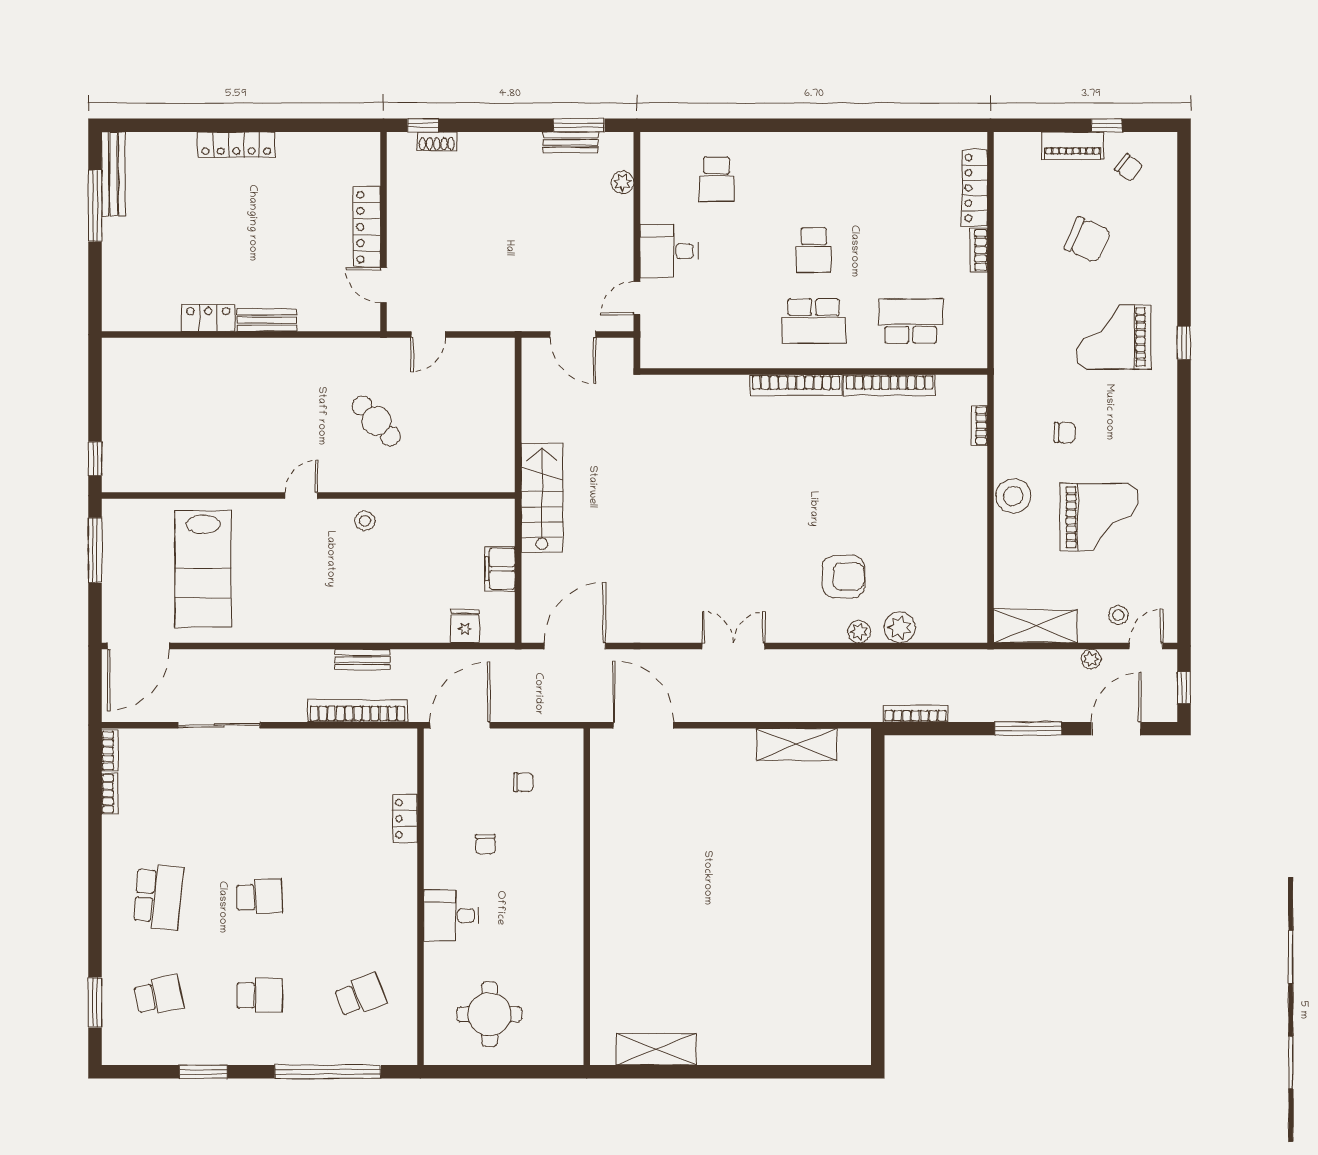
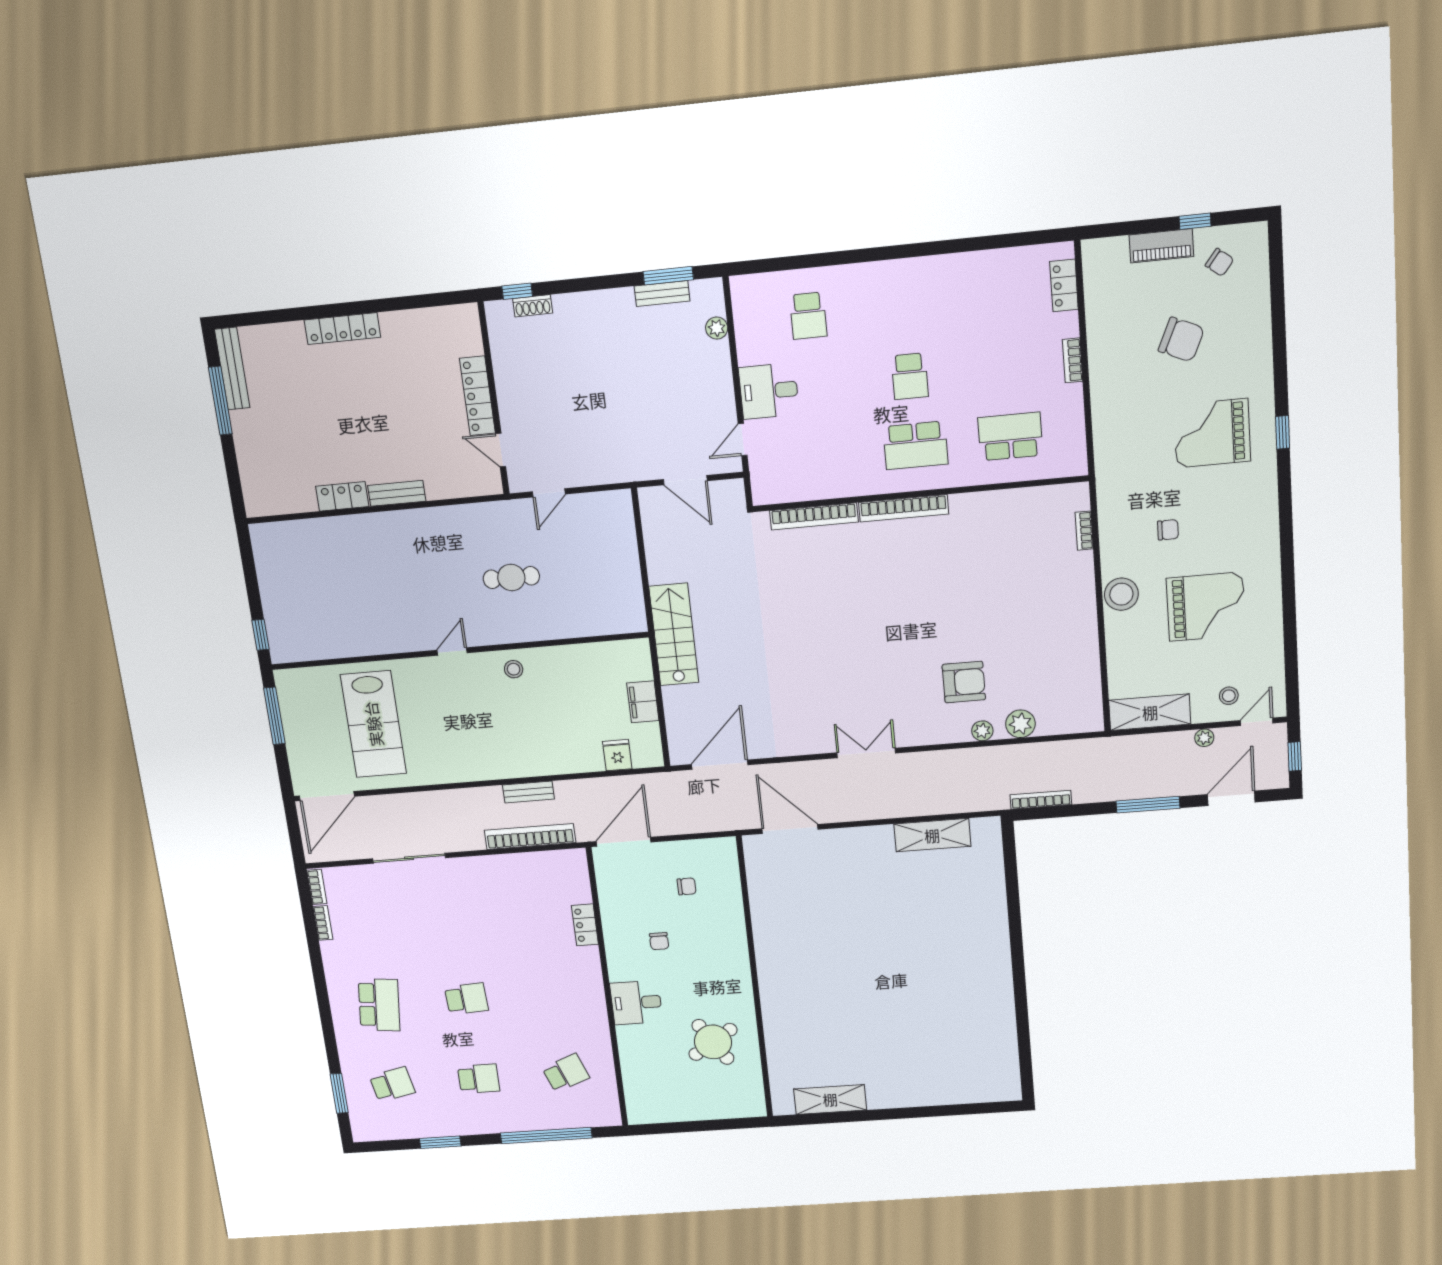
locker: (975, 188) -> (1064, 285), width x0.66
bookcase: (889, 385) -> (814, 516), moved
cafe table: (376, 421) -> (511, 578), turned -47
round table: (489, 1014) -> (713, 1042), moved, turned -33

